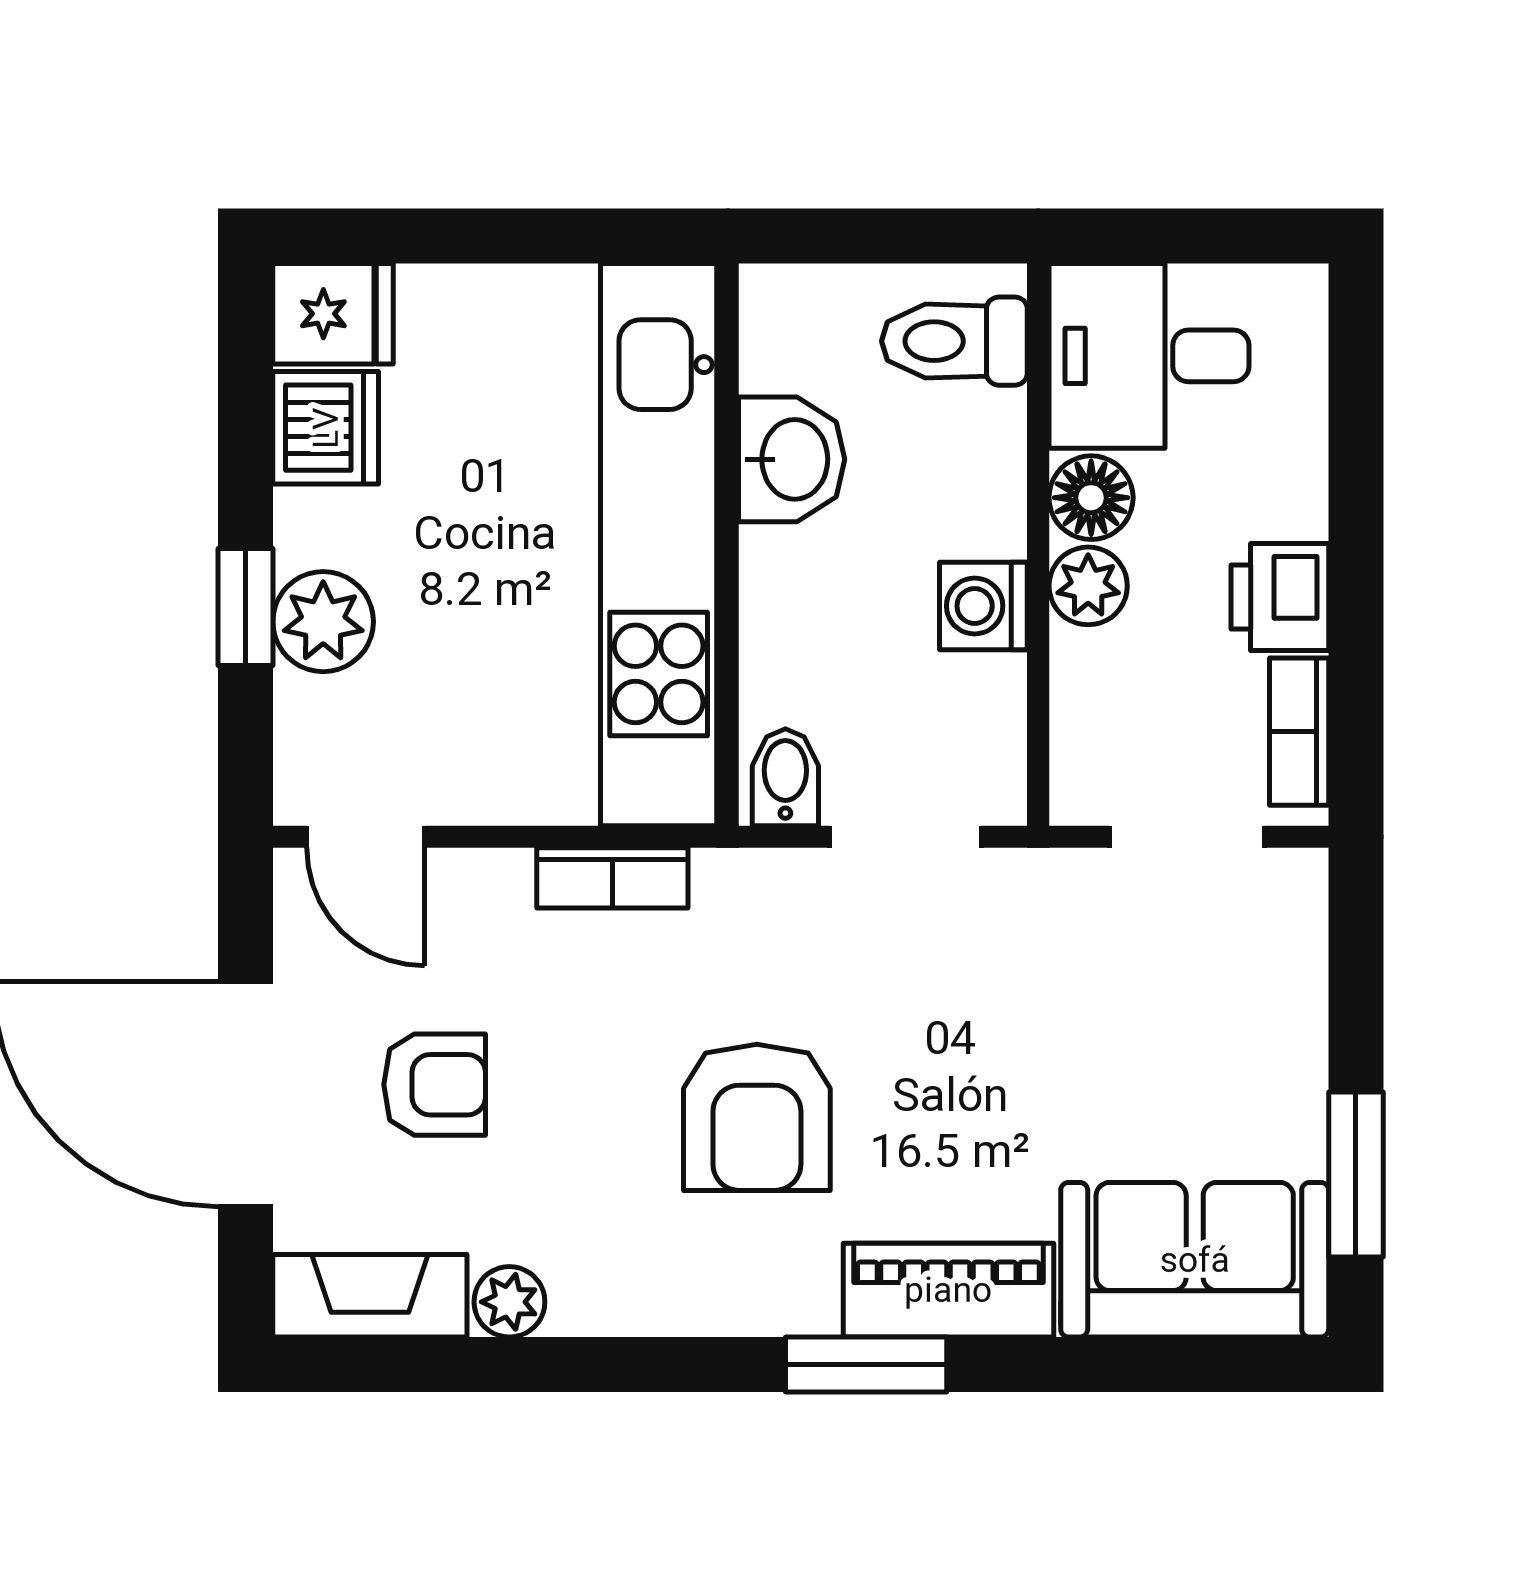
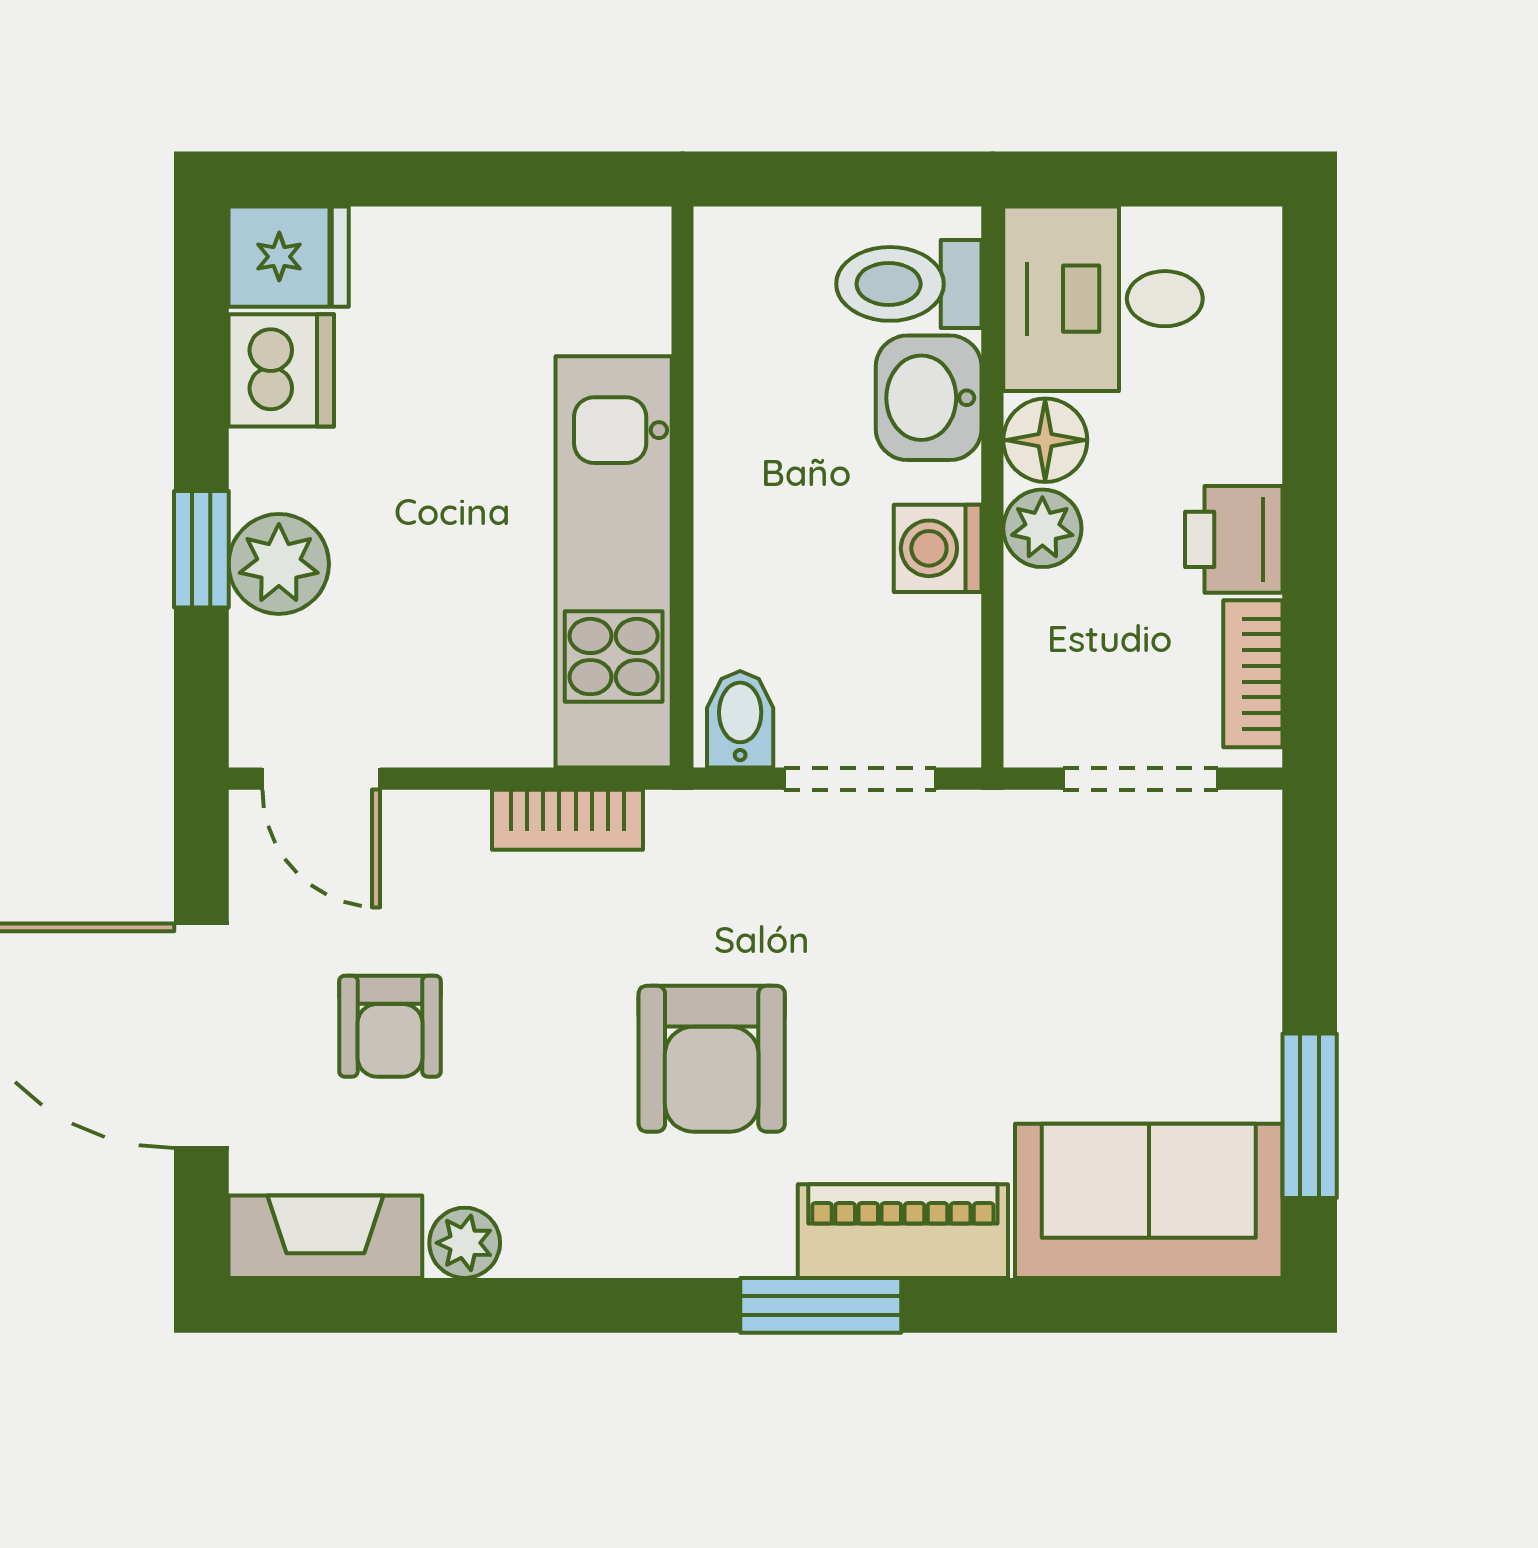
washbasin: (792, 459) -> (929, 398), moved, turned 180
kitchen unit: (659, 545) -> (614, 562), width x0.73
armchair: (435, 1085) -> (390, 1026), turned 90

